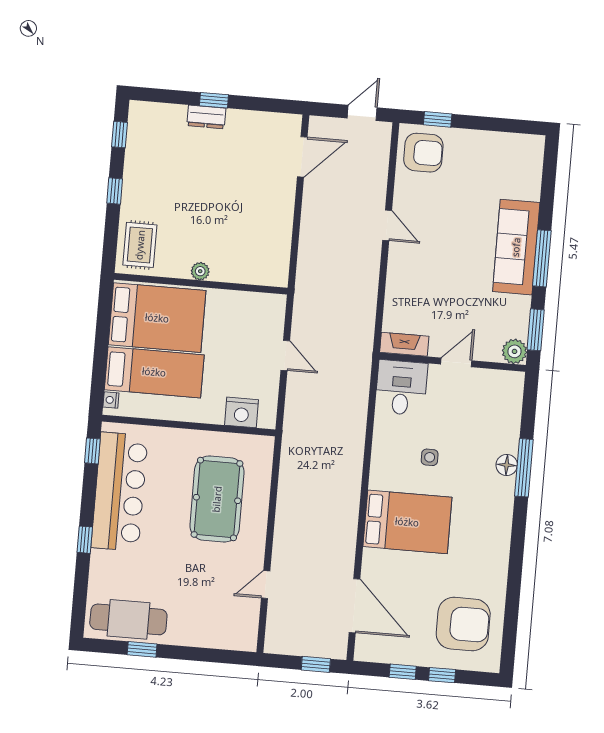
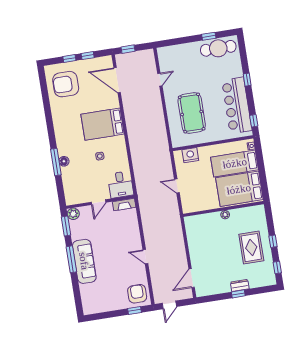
armchair: (423, 153) -> (137, 294), turned 90
rug: (140, 245) -> (251, 248), moved, width x1.36, depth x1.43

